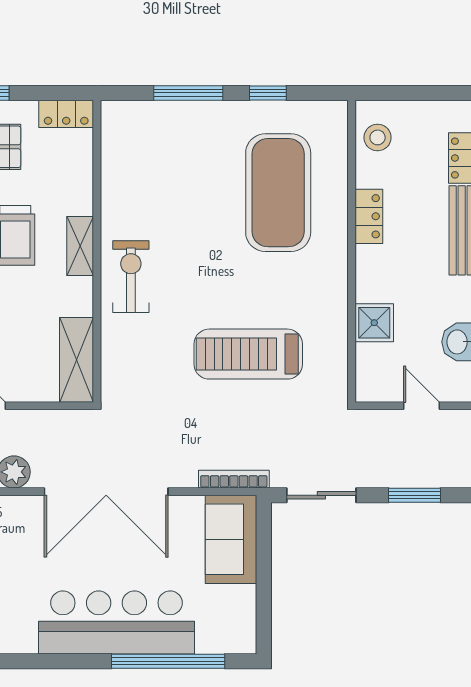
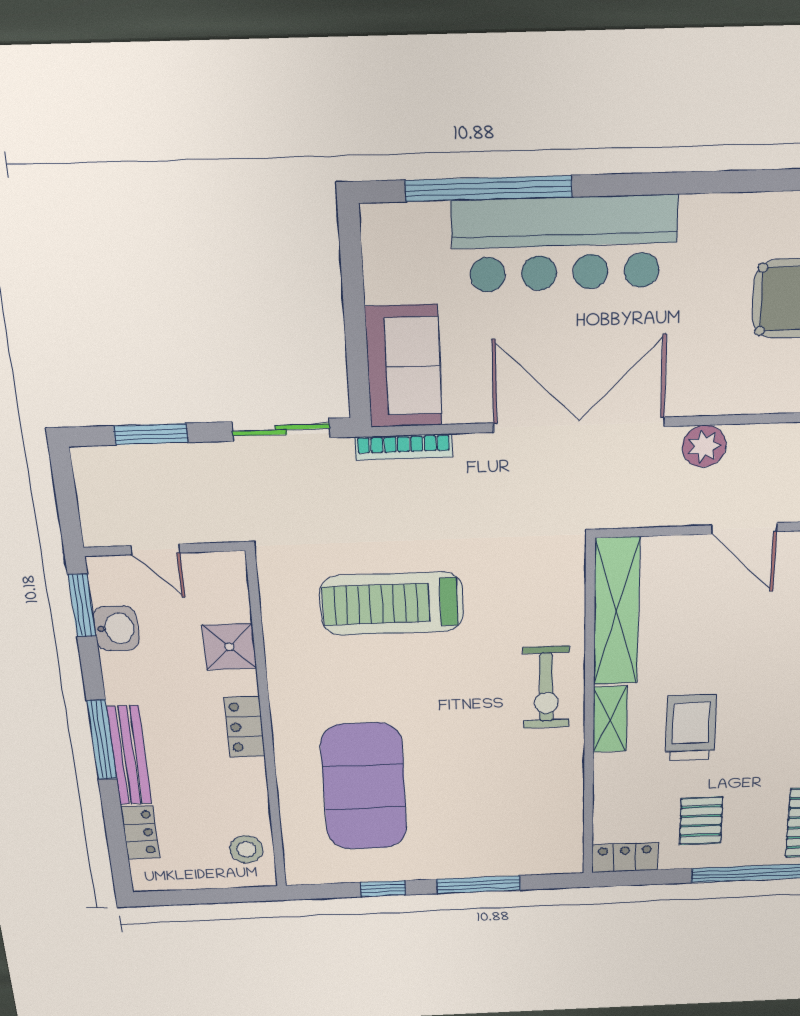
locker: (369, 216) -> (245, 727), moved
treadmill: (248, 354) -> (392, 604), turned 180
shelving: (76, 360) -> (616, 612), width x1.47

